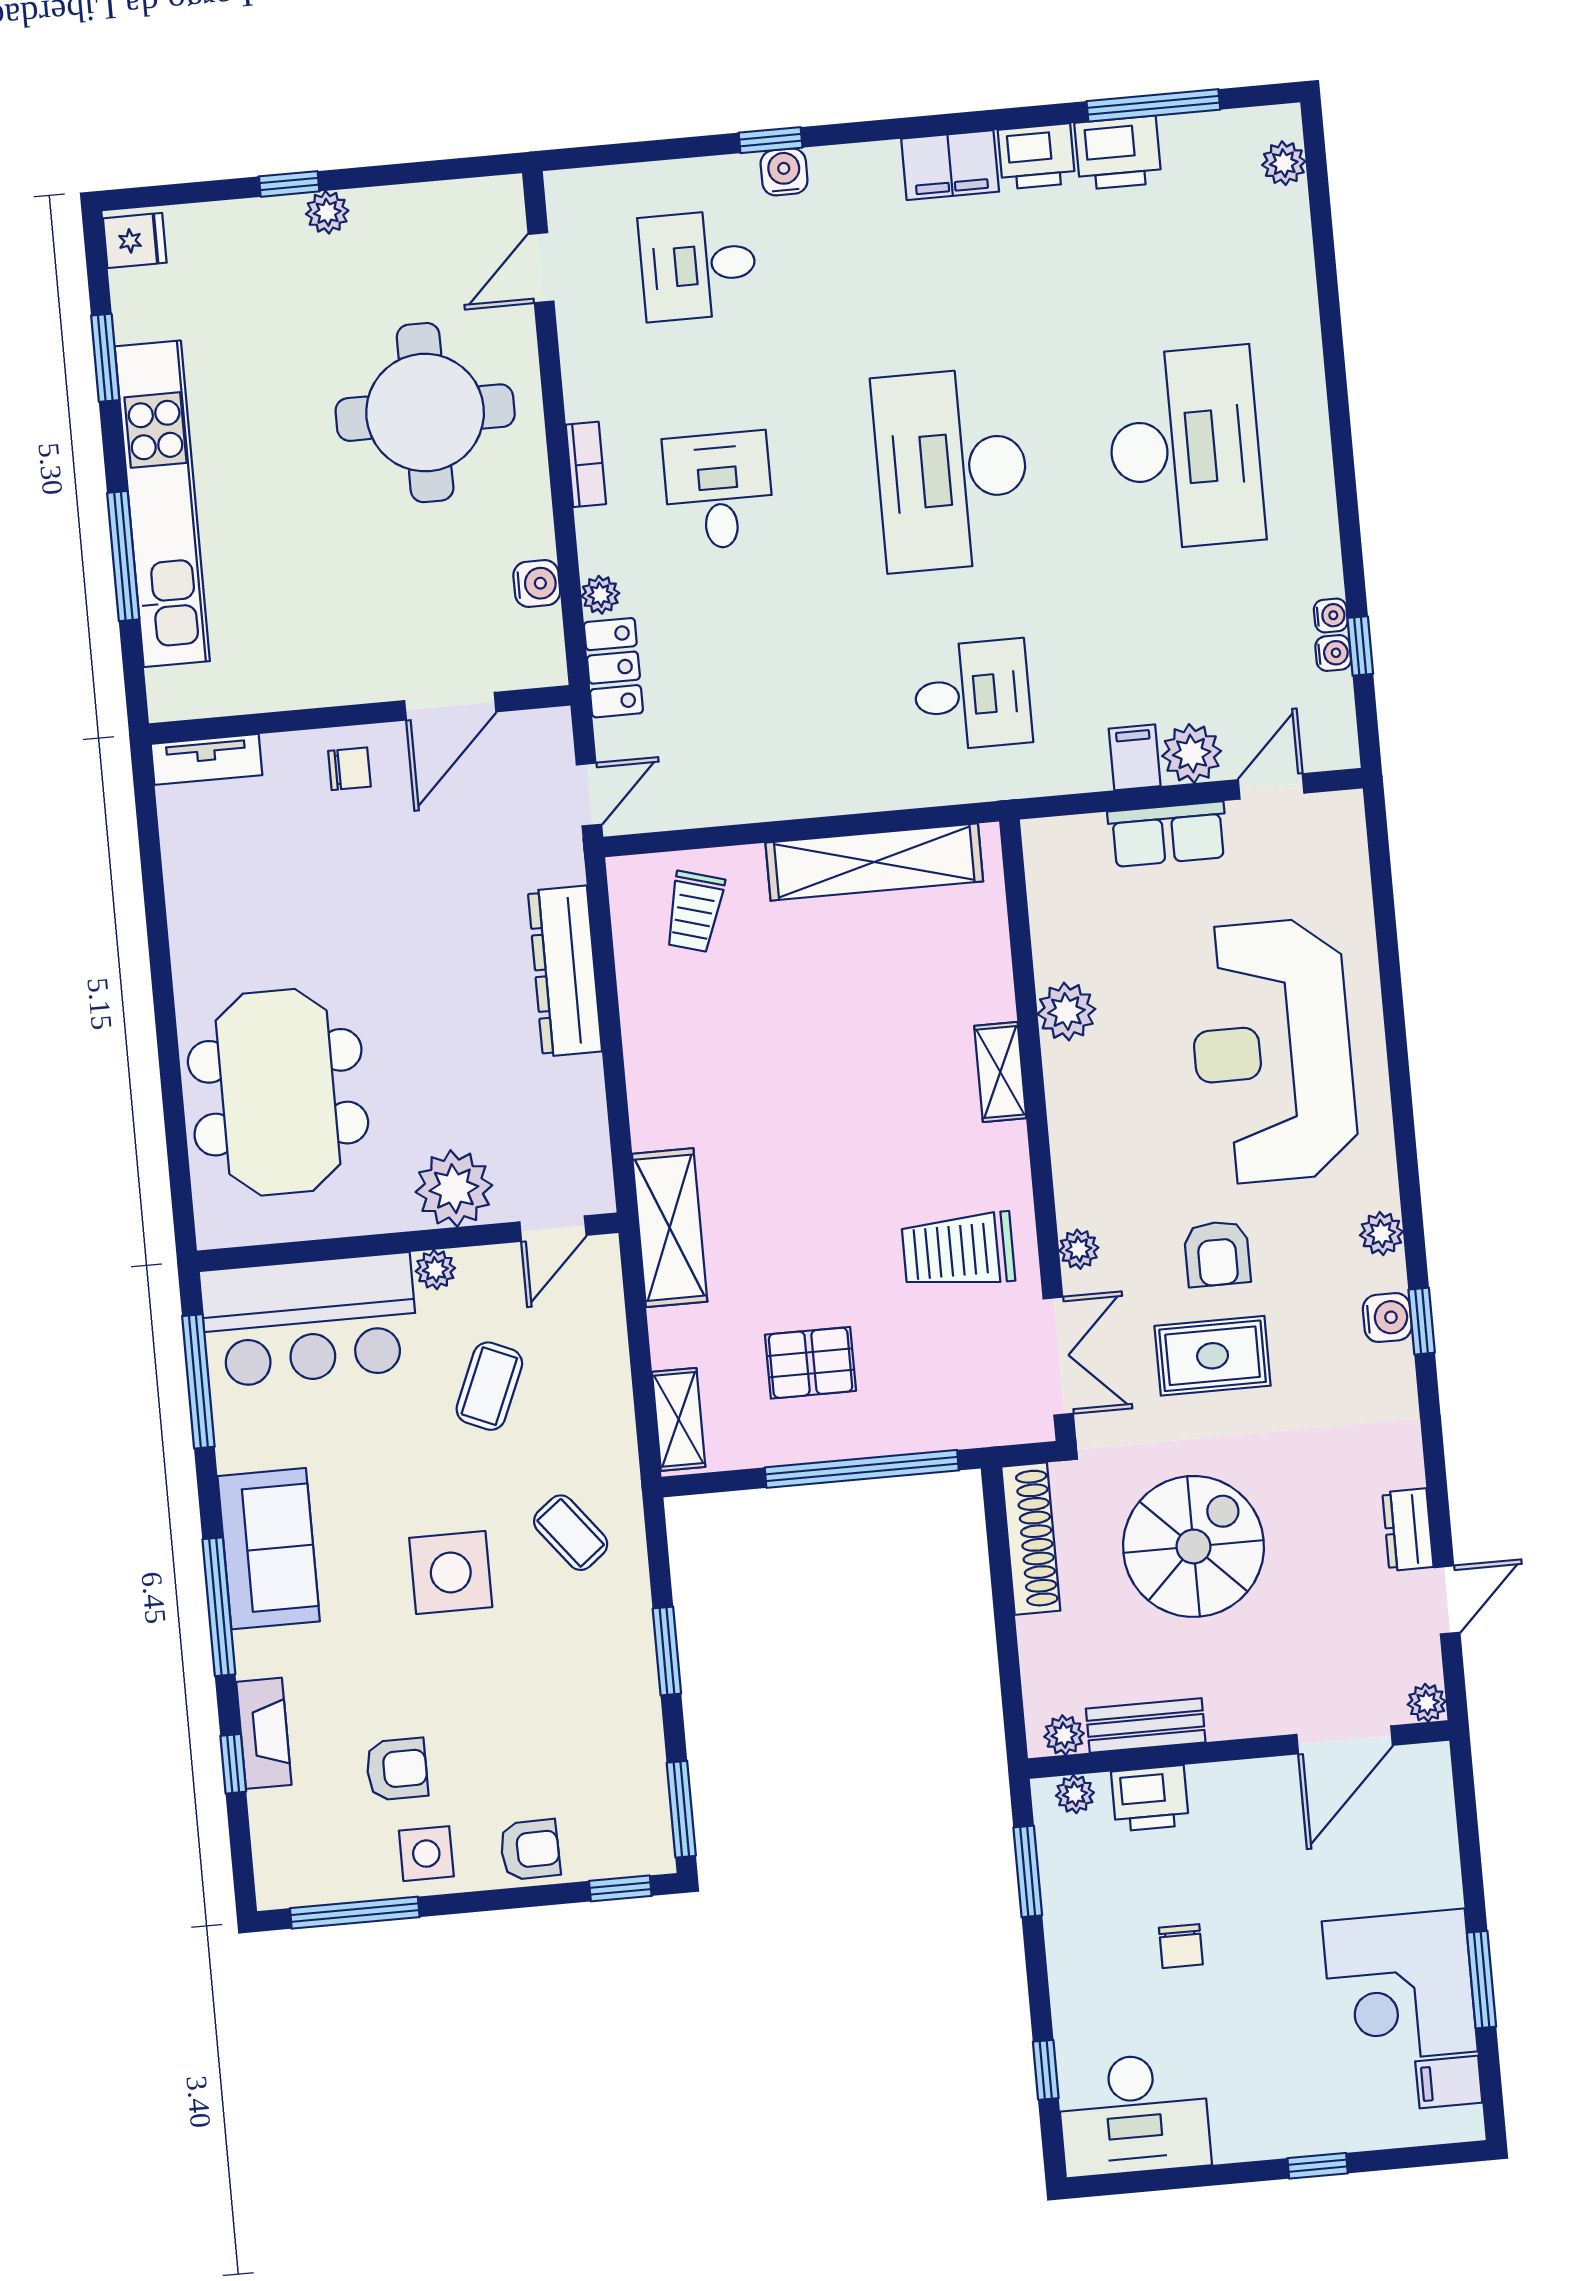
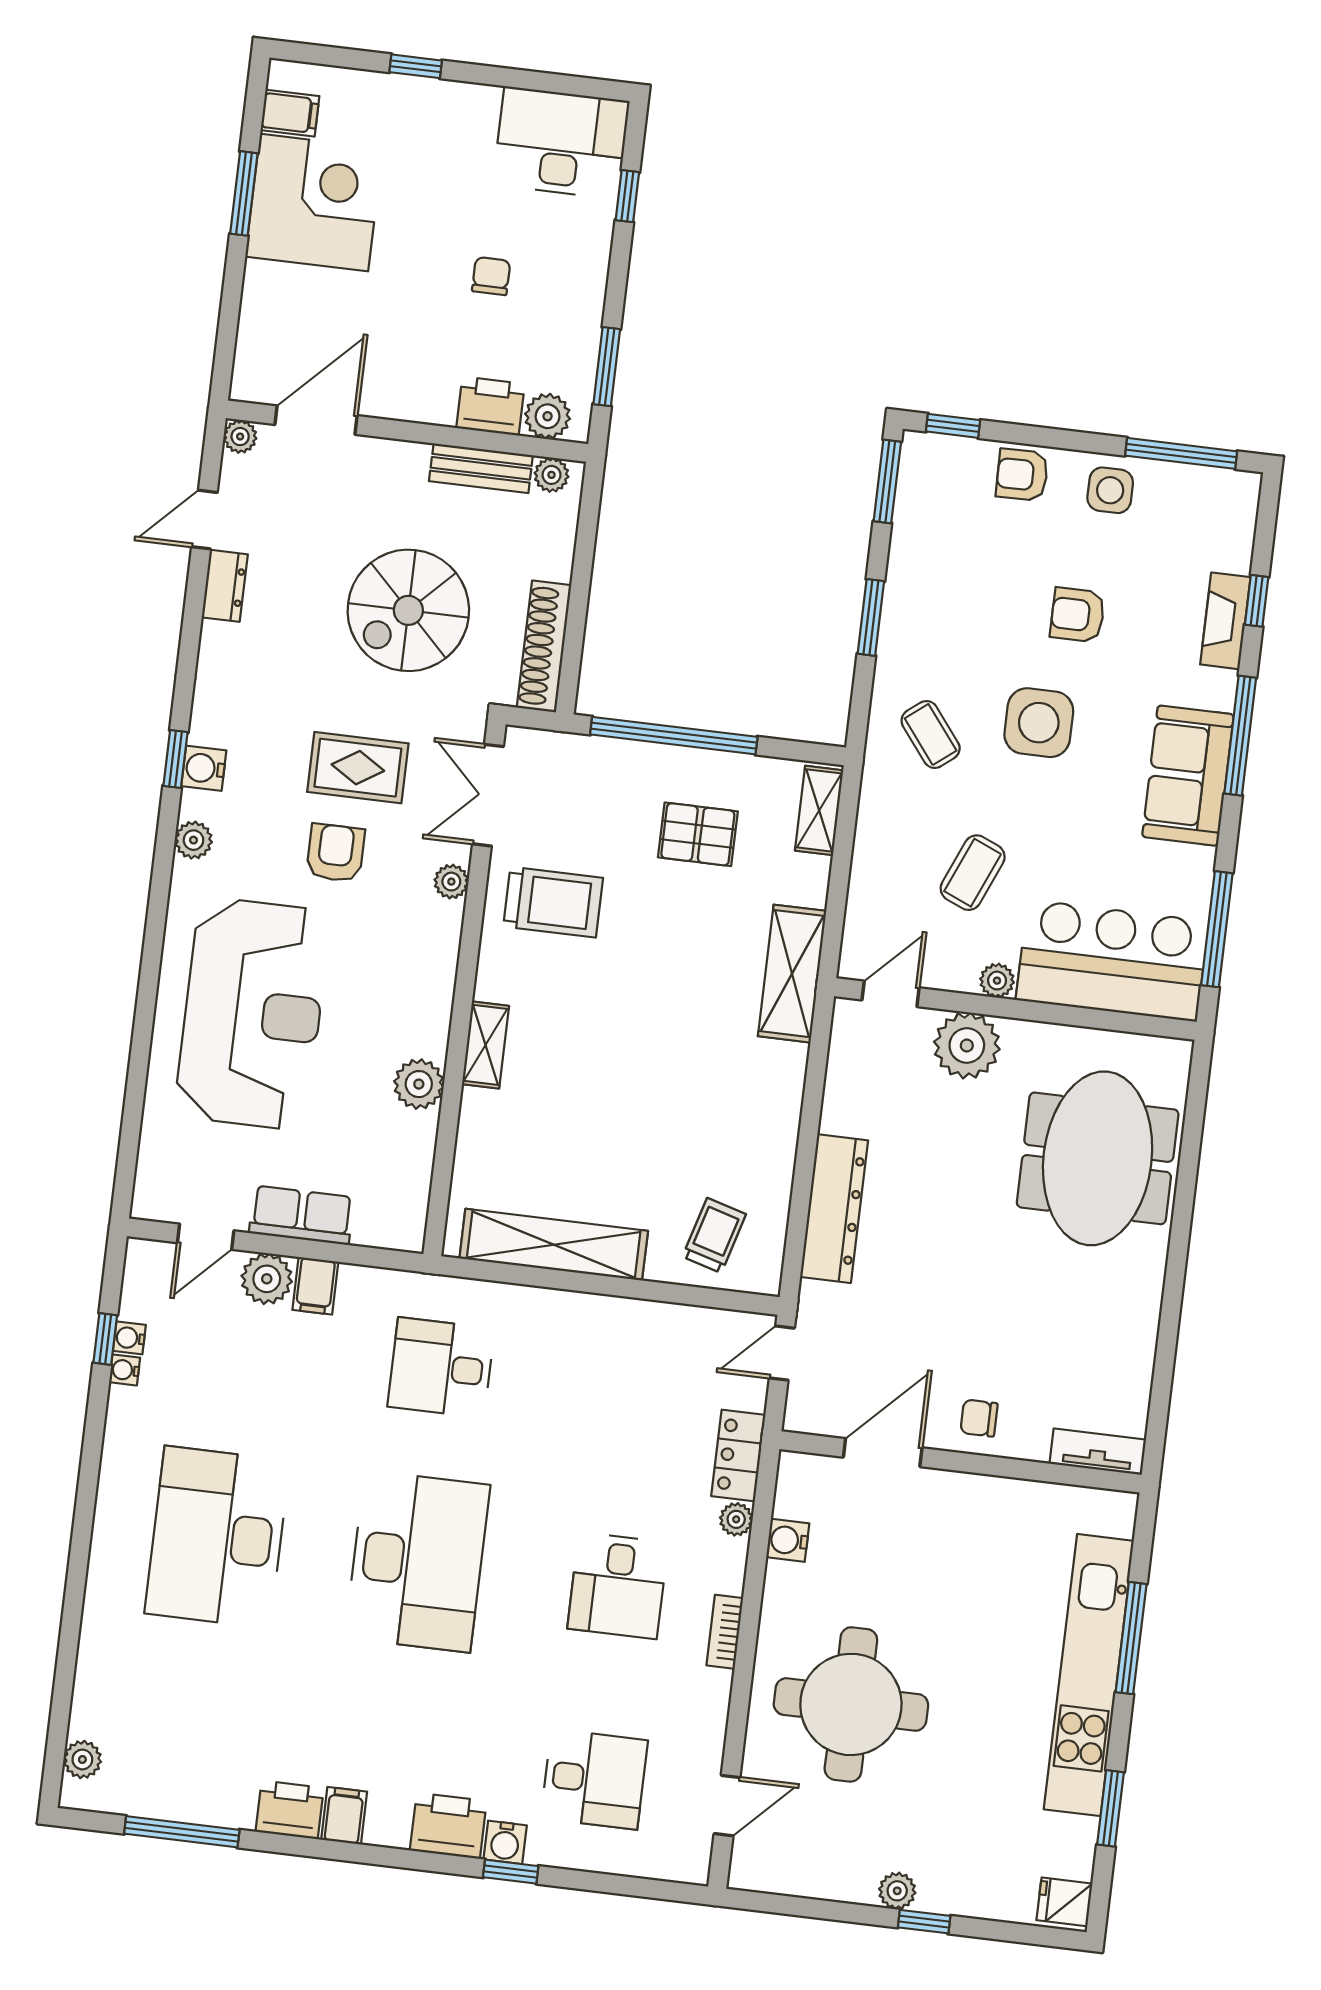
printer: (1118, 153) -> (448, 1826), moved
filing cabinet: (950, 165) -> (344, 1816), width x0.50
armchair: (397, 1769) -> (1078, 615), moved
plant: (1075, 1794) -> (548, 416), width x1.38, depth x1.38

